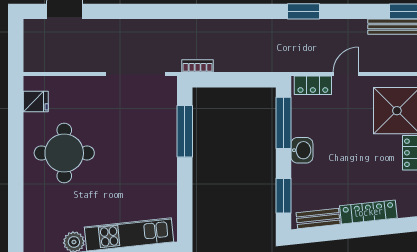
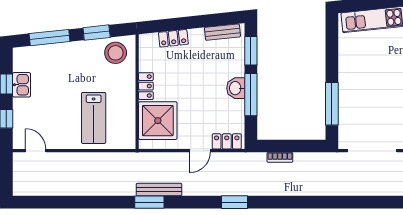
bookcase: (198, 66) -> (280, 157), moved
window: (283, 123) -> (251, 95), moved
locker: (368, 212) -> (173, 38), width x0.66

